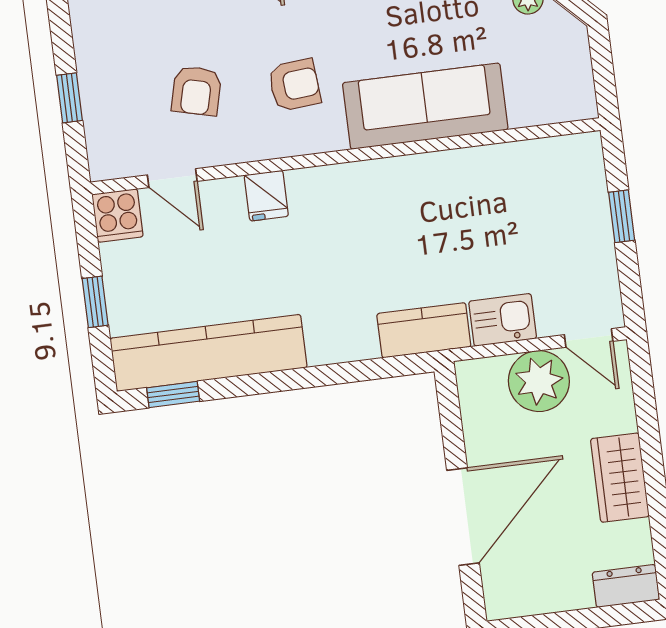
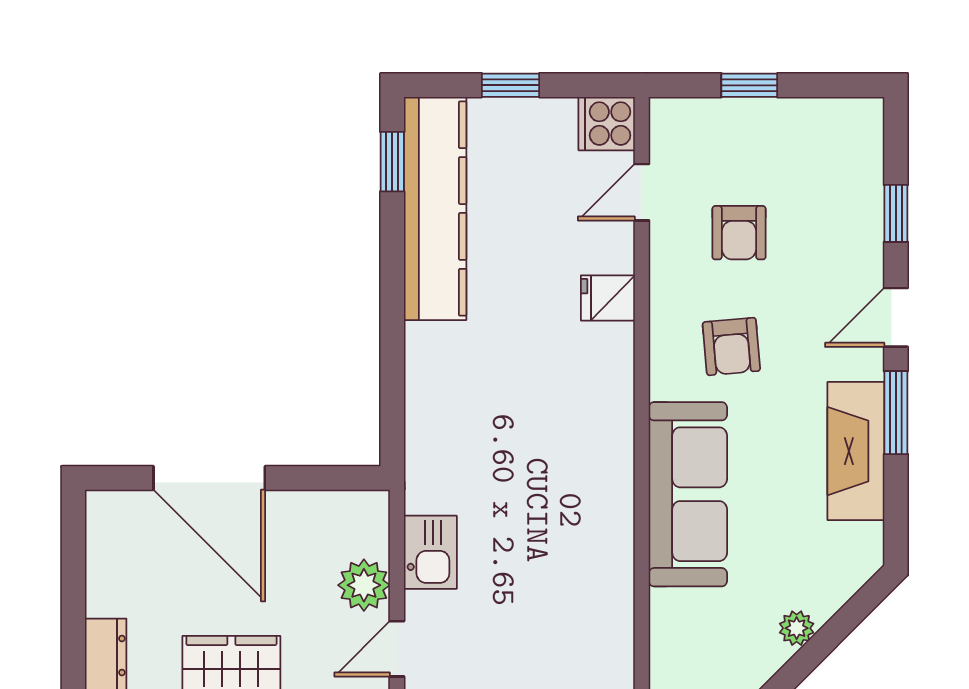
armchair: (196, 91) -> (739, 233), turned -104
kitchen counter: (424, 330) -> (430, 460), removed
plant: (539, 381) -> (364, 585), width x0.73, depth x0.73

